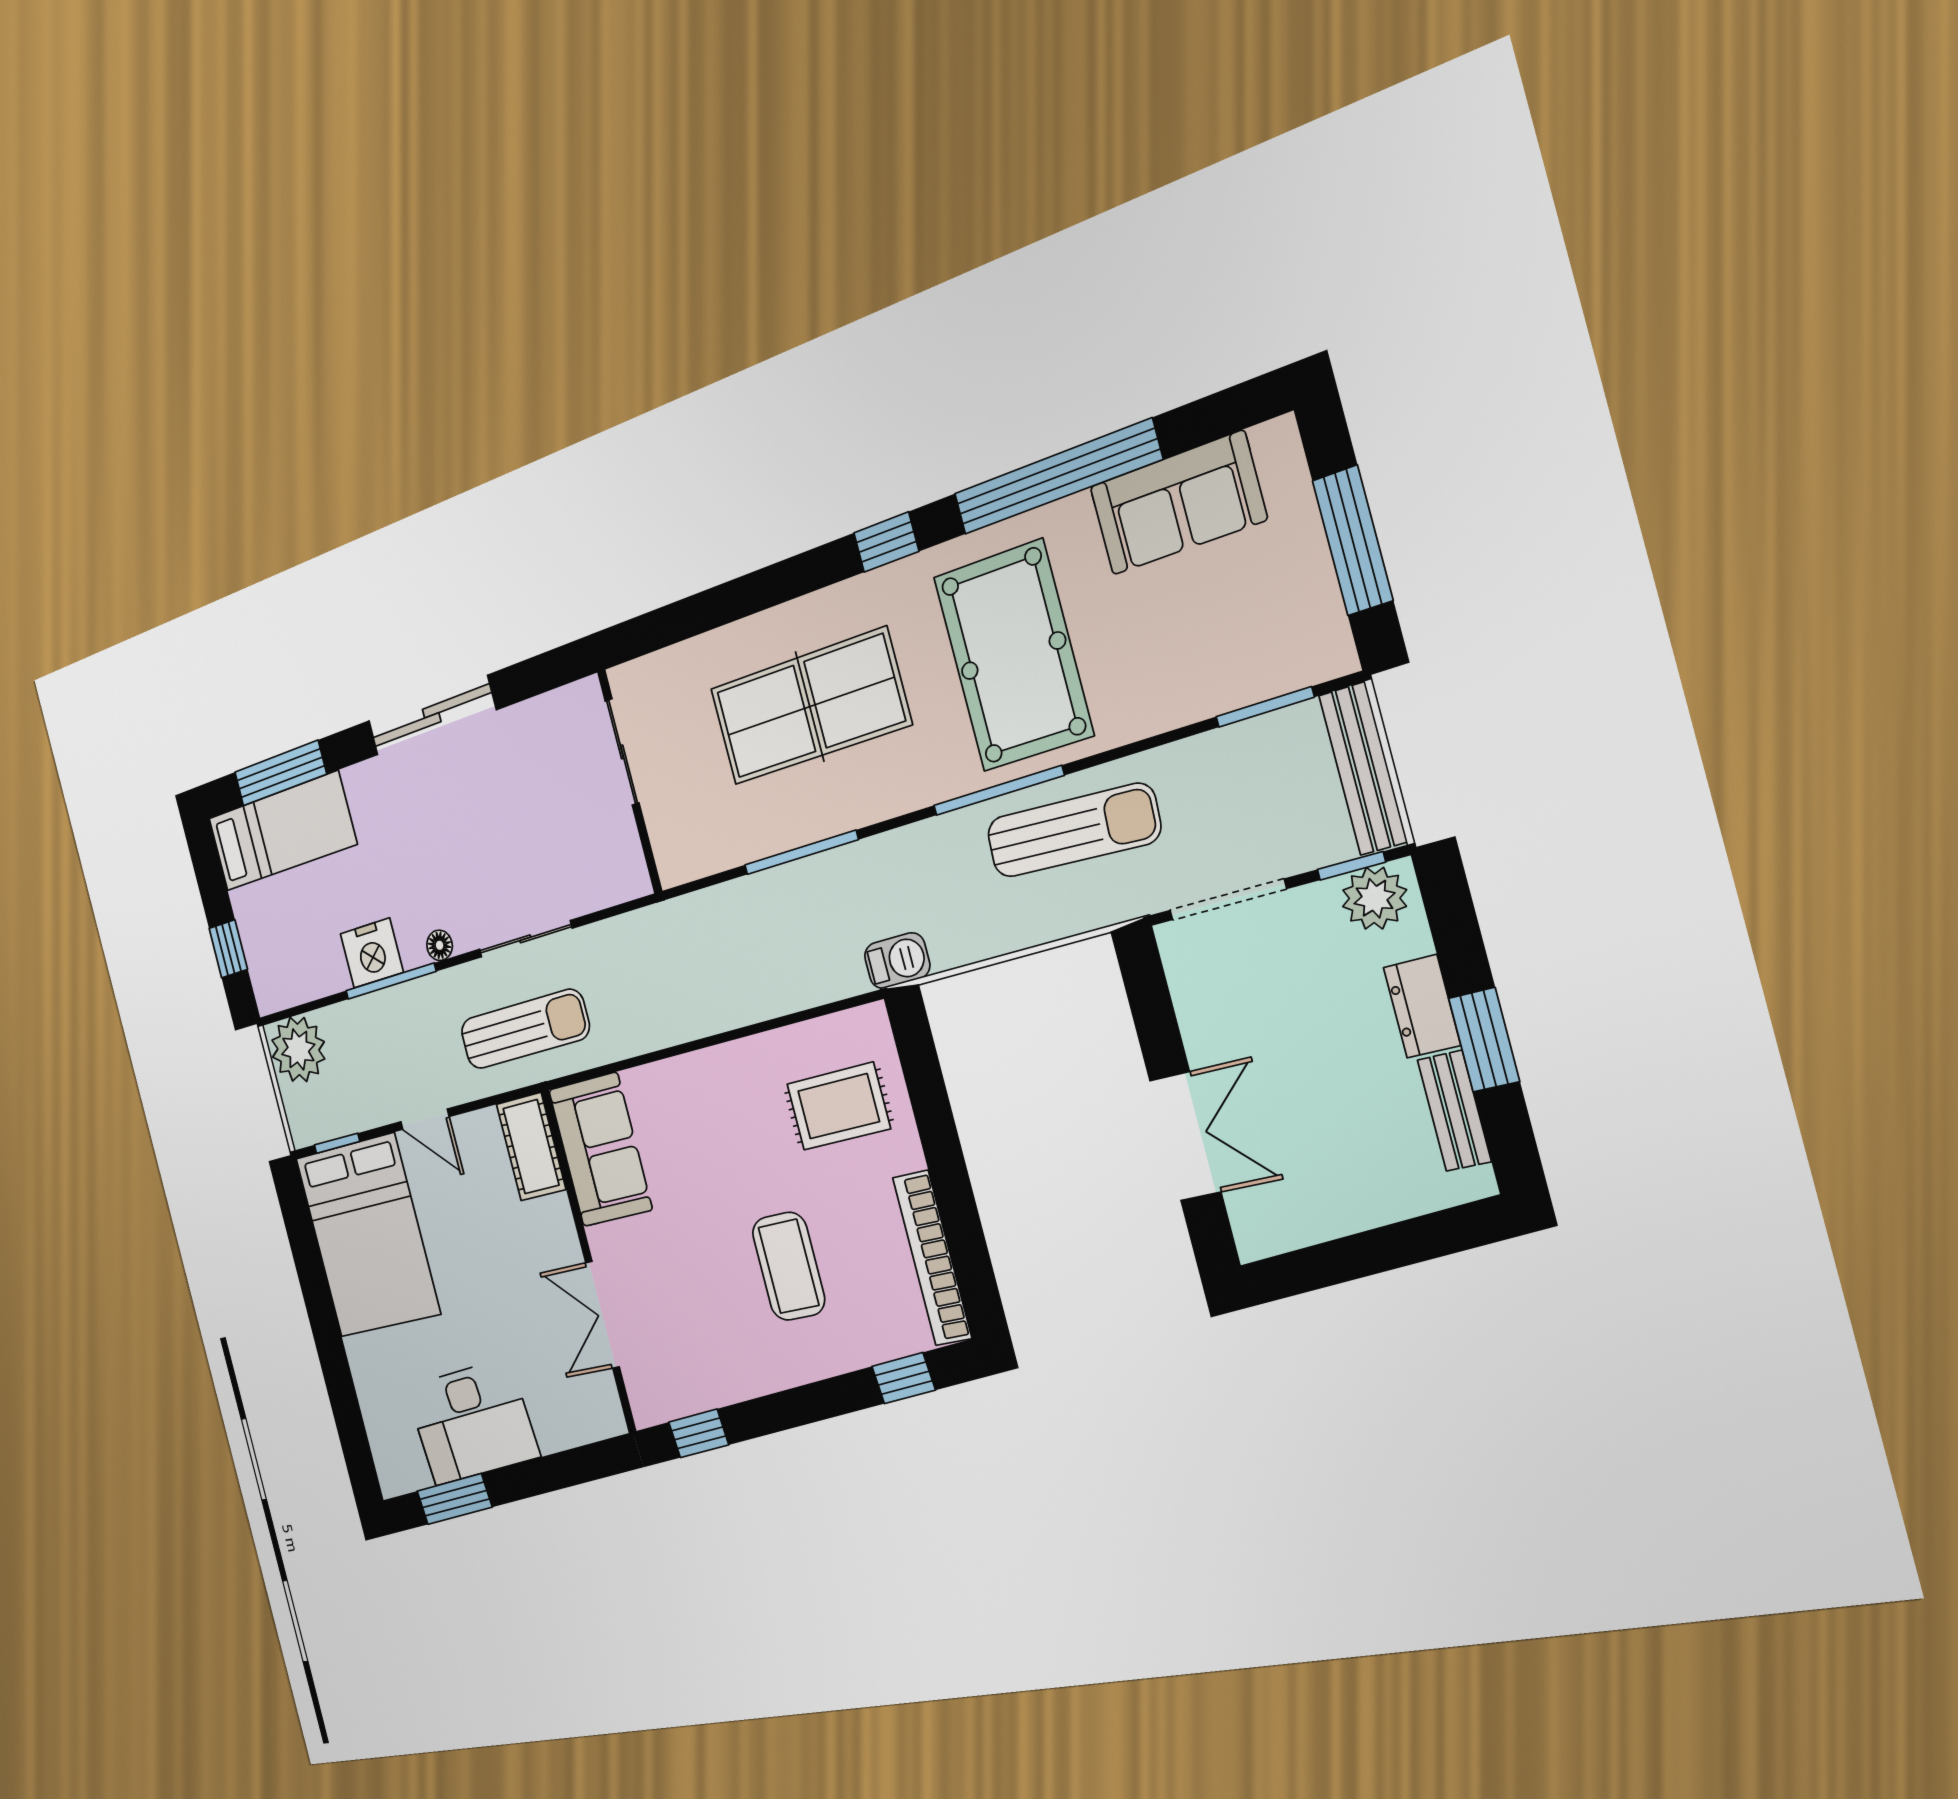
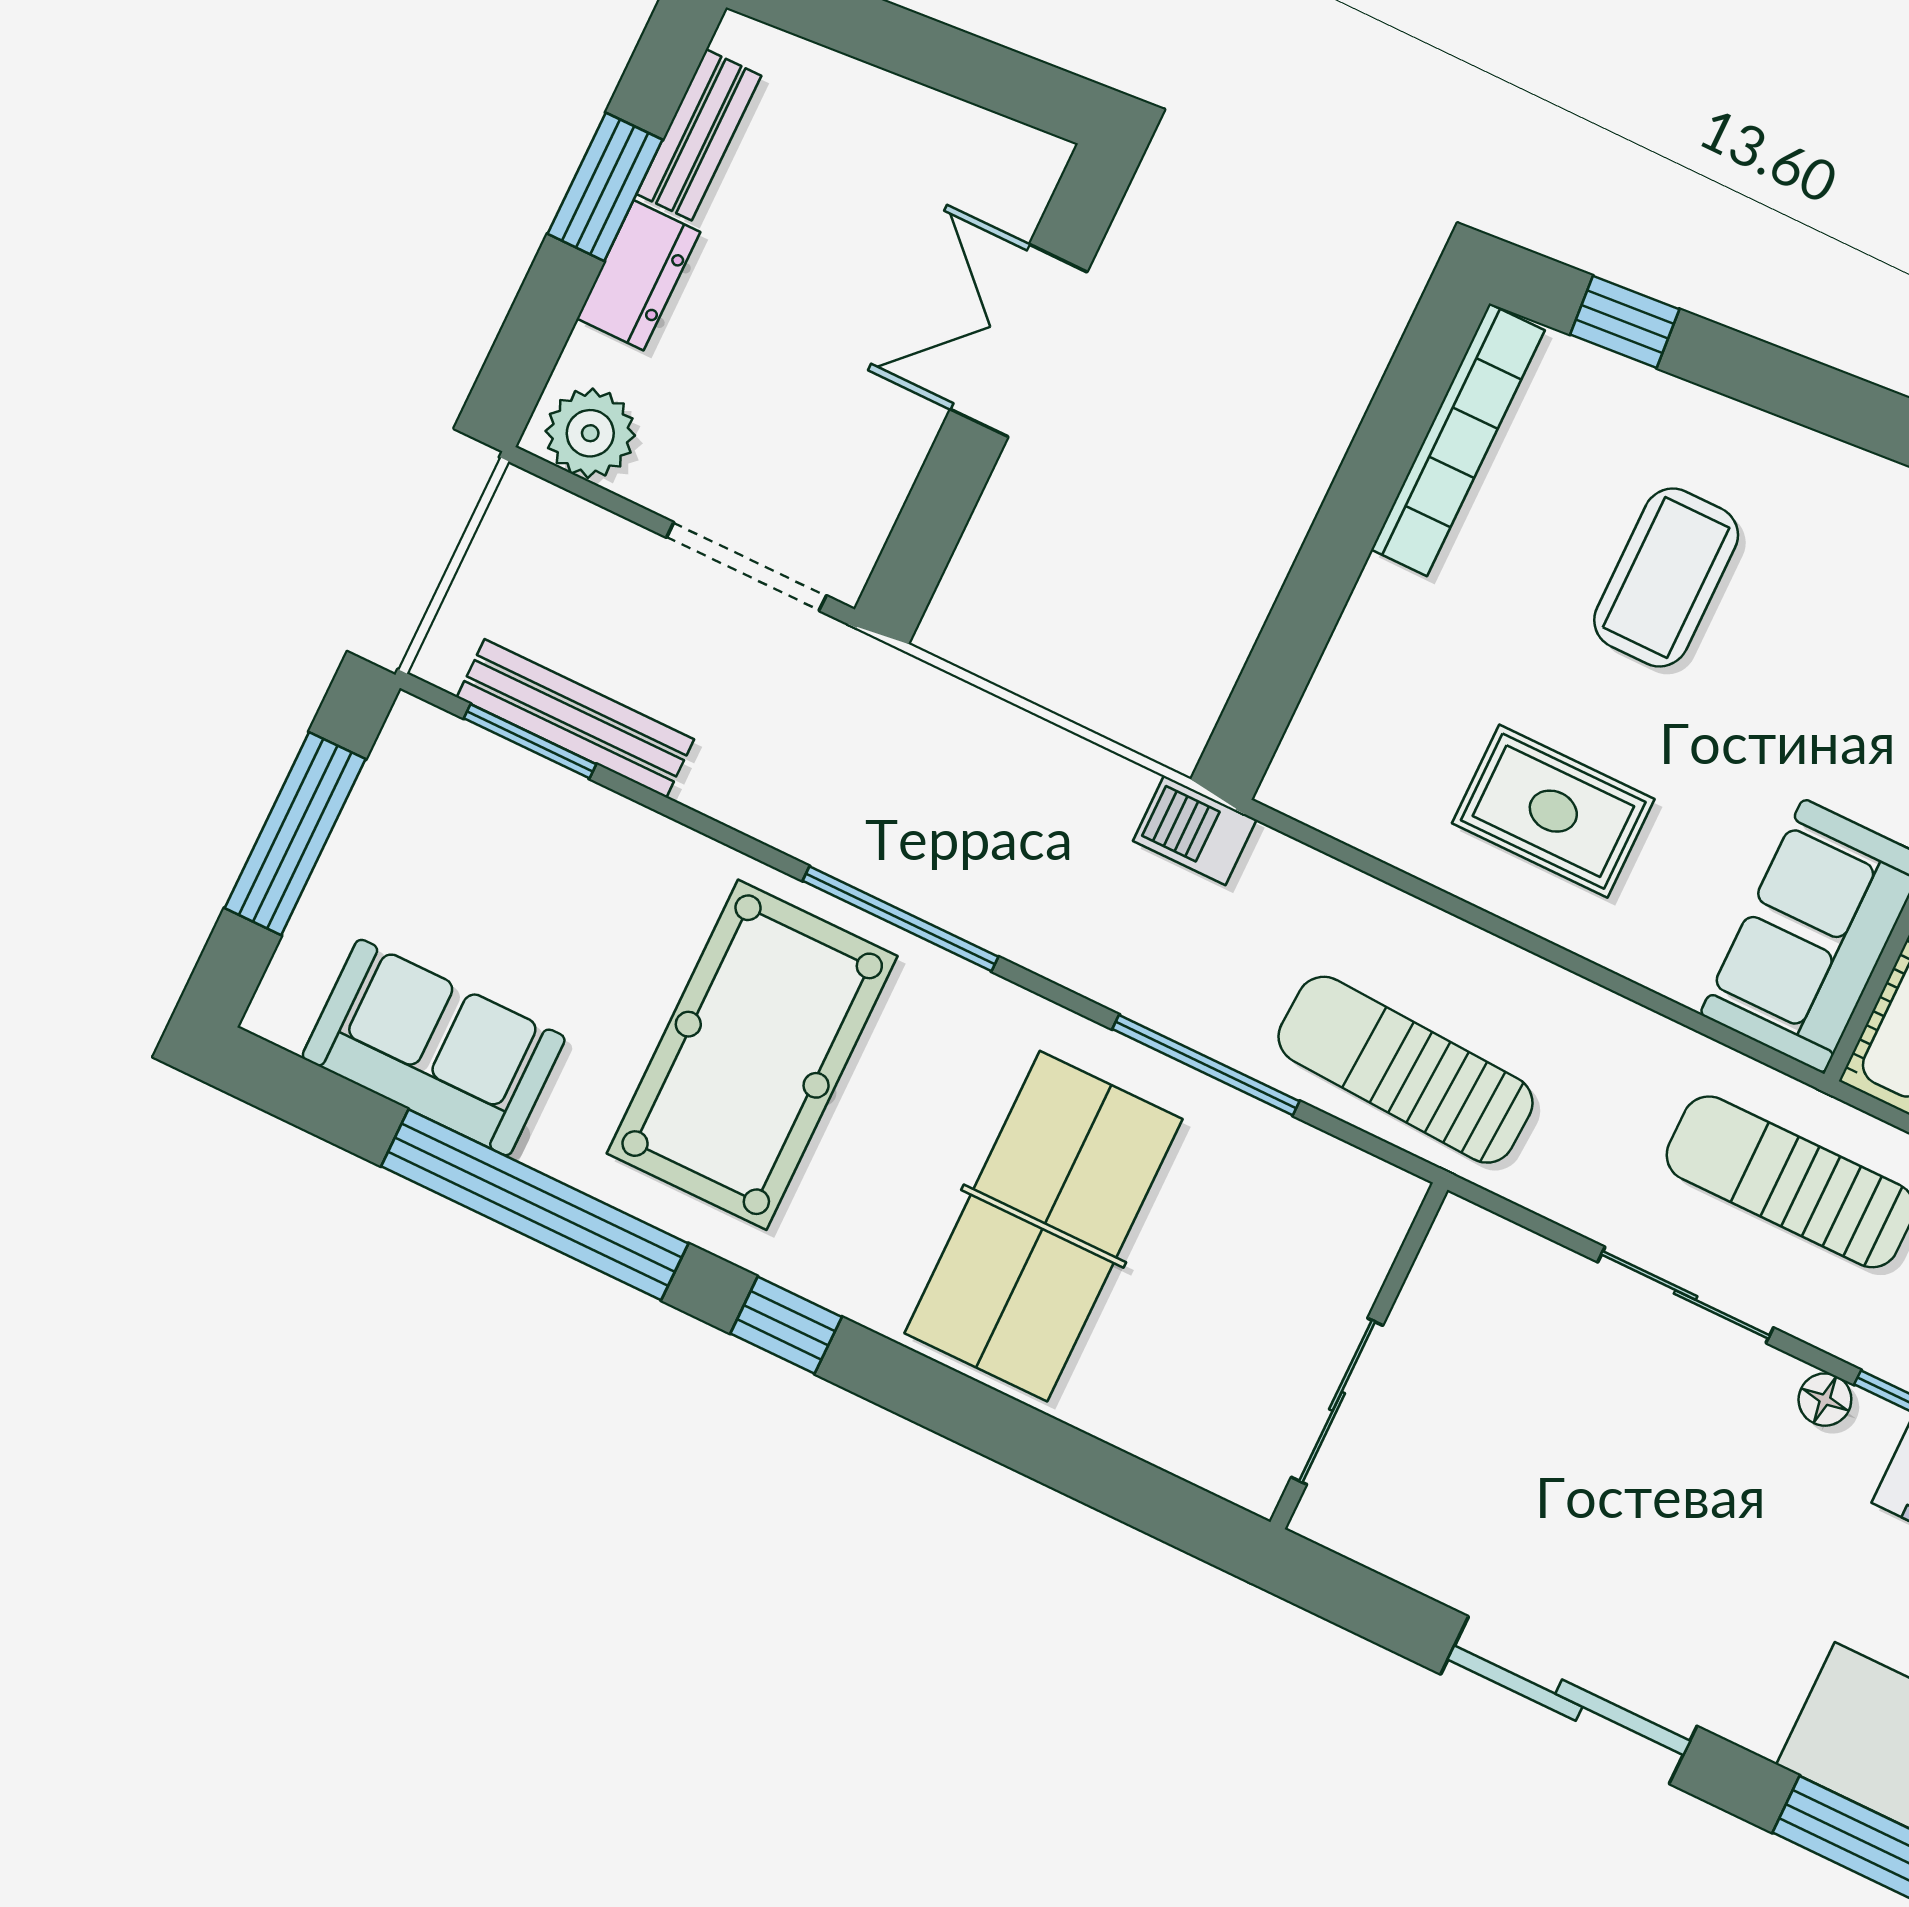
table tennis table: (810, 706) -> (1044, 1226), turned 90
bench: (1363, 769) -> (575, 718), moved, turned 90
sun lounger: (1073, 830) -> (1405, 1070), moved
window: (1351, 866) -> (585, 489), removed
rug: (838, 1106) -> (1553, 811), moved

